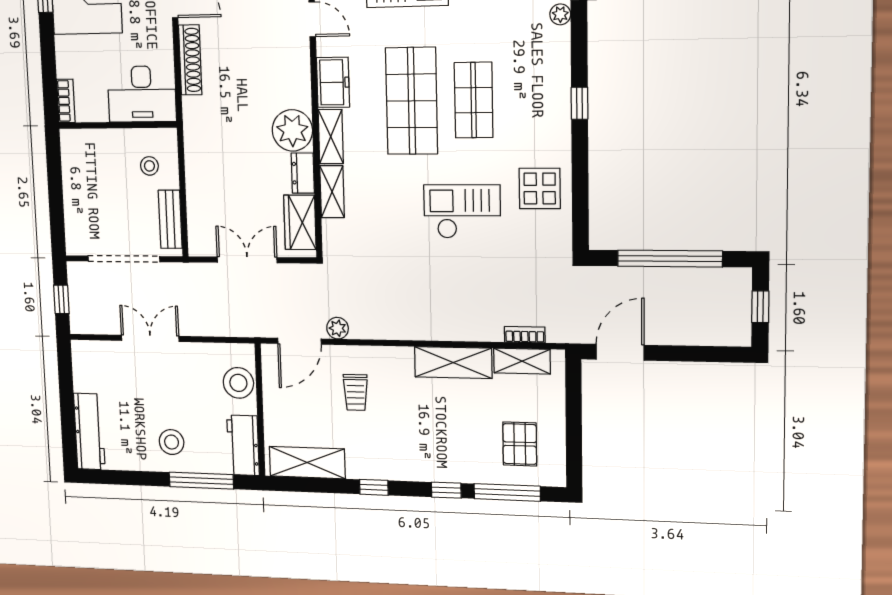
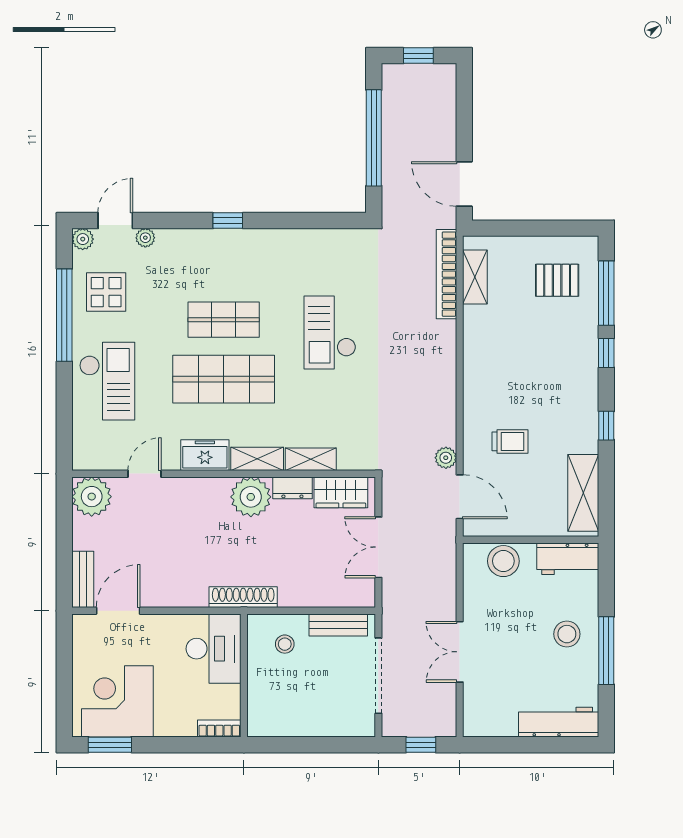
shoe rack: (190, 60) -> (243, 597), moved
display table: (540, 188) -> (308, 258), removed
bookcase: (525, 335) -> (446, 274), width x2.31, depth x1.31
shelving: (453, 363) -> (478, 344), removed
window: (201, 481) -> (606, 651), moved

